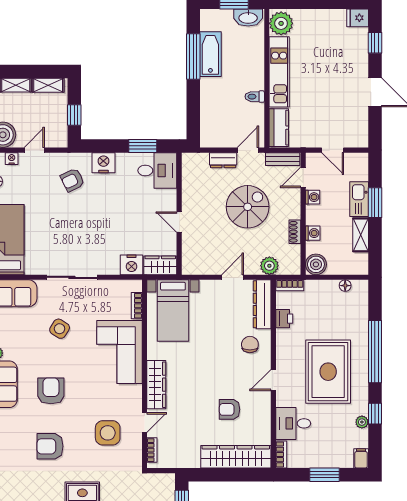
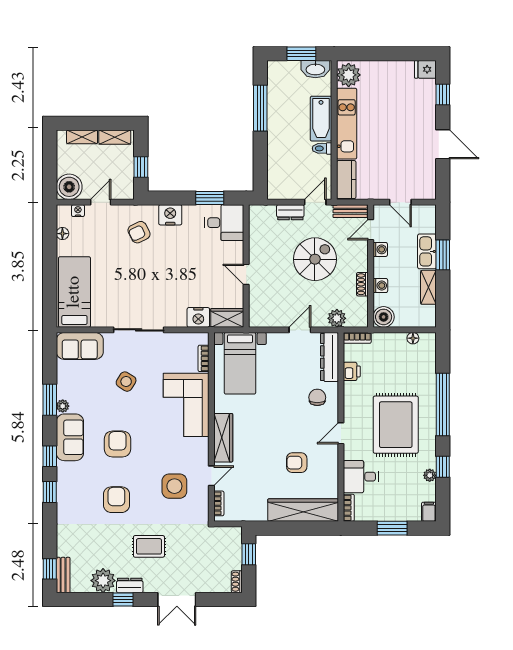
bathtub: (210, 54) -> (321, 119), moved, turned 180
armchair: (50, 446) -> (116, 500), turned 90

